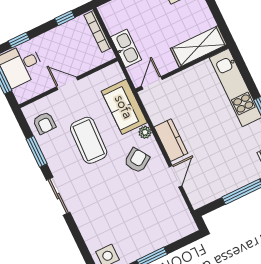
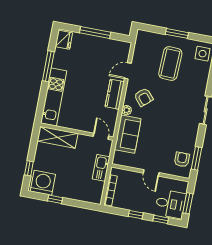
window: (65, 18) -> (136, 215), moved
door: (152, 83) -> (101, 136), swing flipped
coffee table: (89, 140) -> (170, 64), moved
window: (37, 151) -> (196, 158), moved
armchair: (137, 160) -> (144, 97), turned -97

